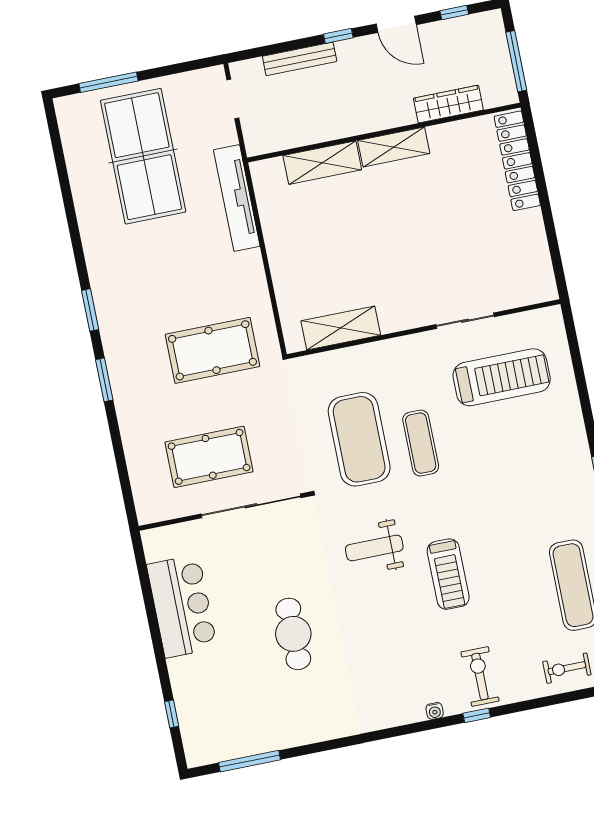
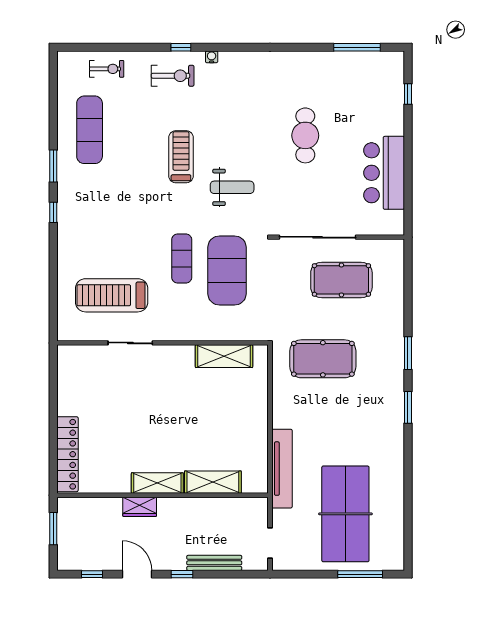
window: (516, 61) -> (53, 529), width x0.69
wardrobe: (448, 104) -> (140, 507), moved, width x0.67
exercise bike: (480, 676) -> (173, 76), turned -90

